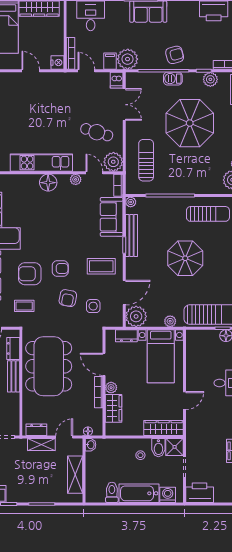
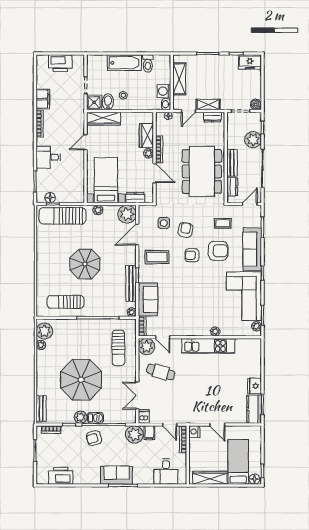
plant: (210, 79) -> (80, 417), moved
plant: (76, 179) -> (215, 331), moved
floor lamp: (48, 183) -> (202, 329), removed
printer: (200, 493) -> (60, 63), moved
washing machine: (168, 495) -> (164, 91), moved, turned 90

